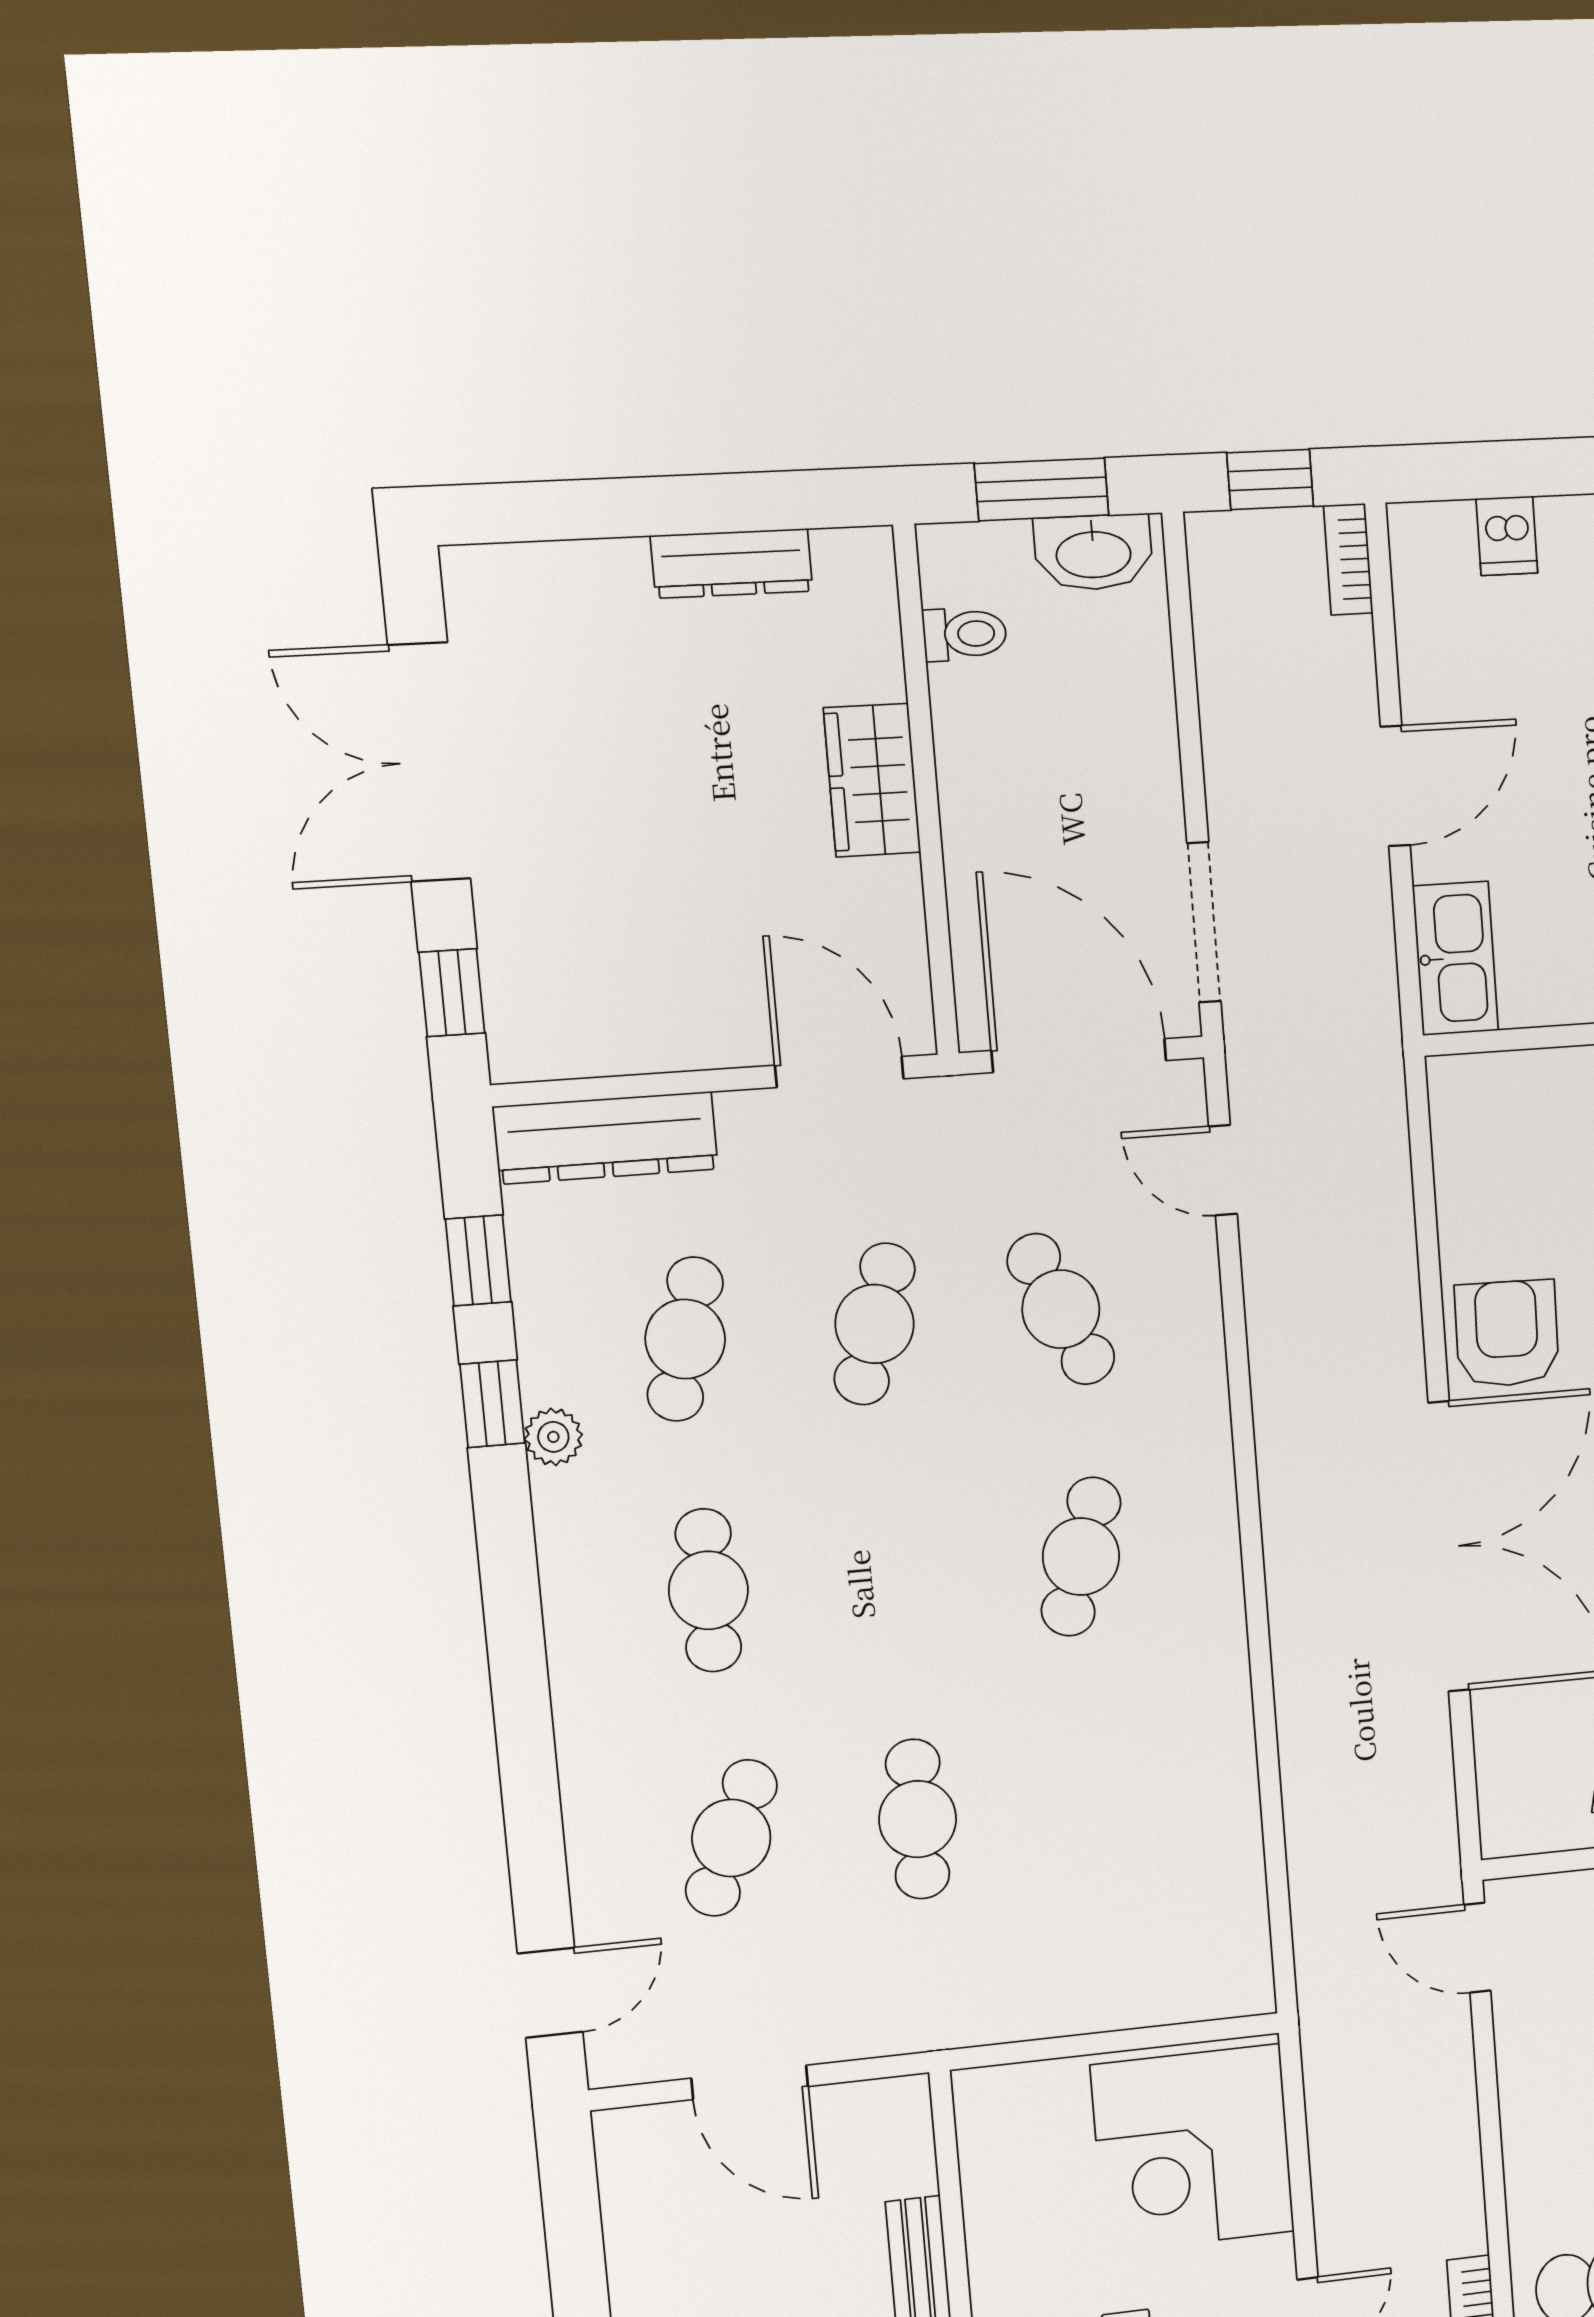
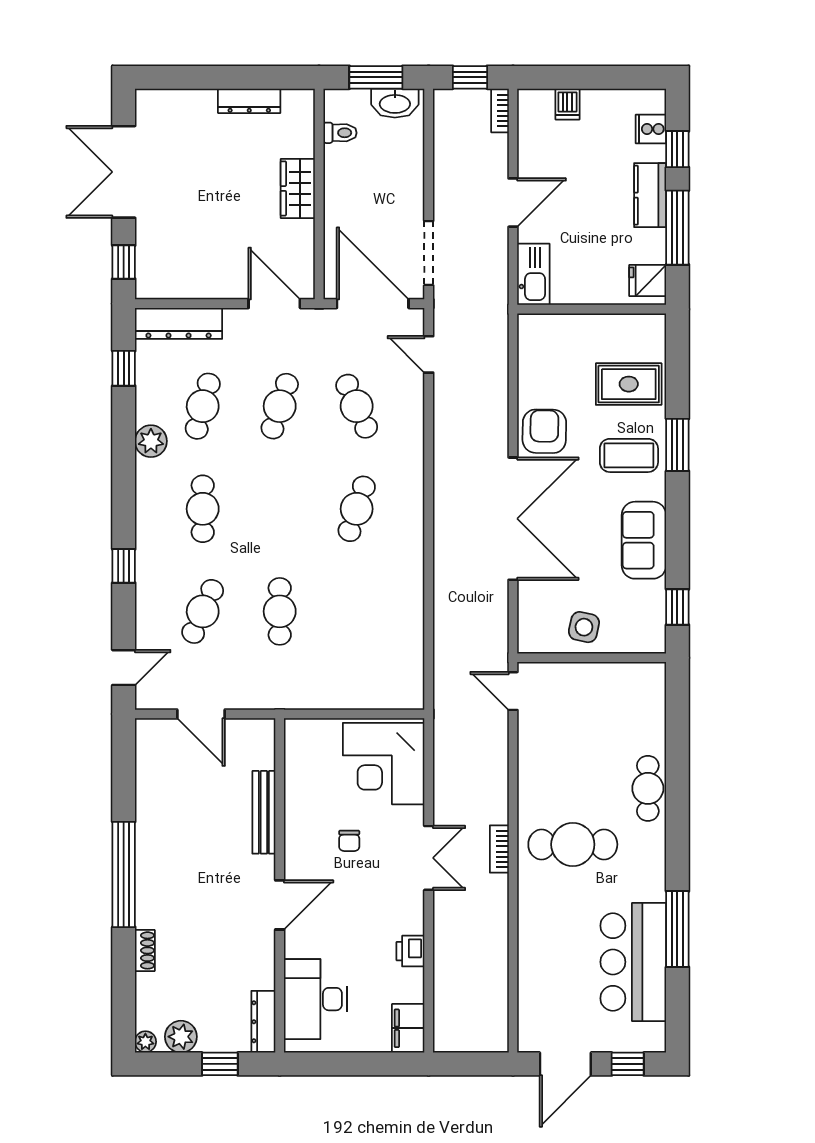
window: (492, 1404) -> (124, 566), moved
plant: (553, 1437) -> (151, 441), width x1.38, depth x1.38

